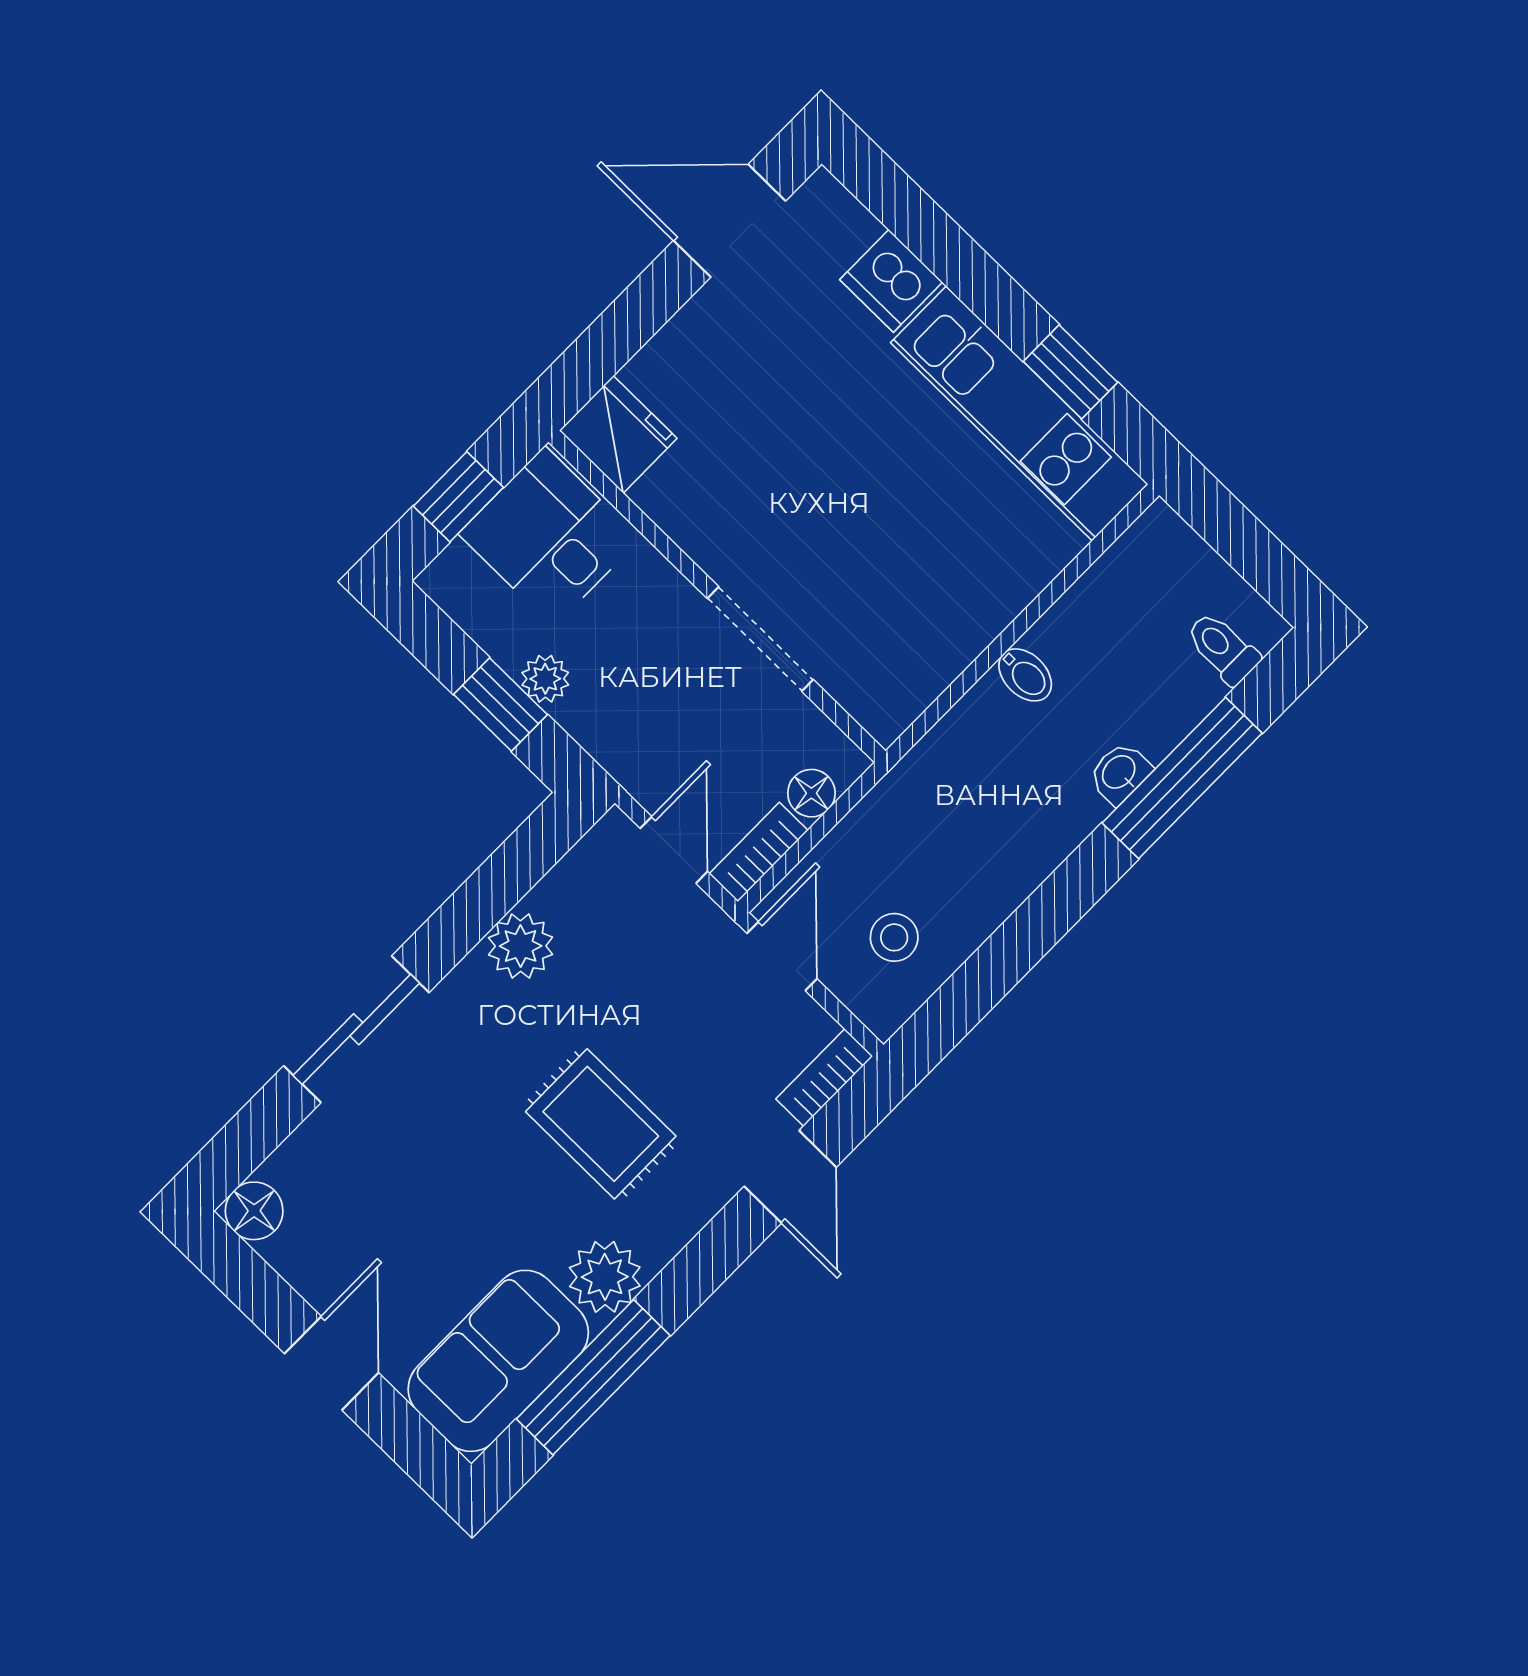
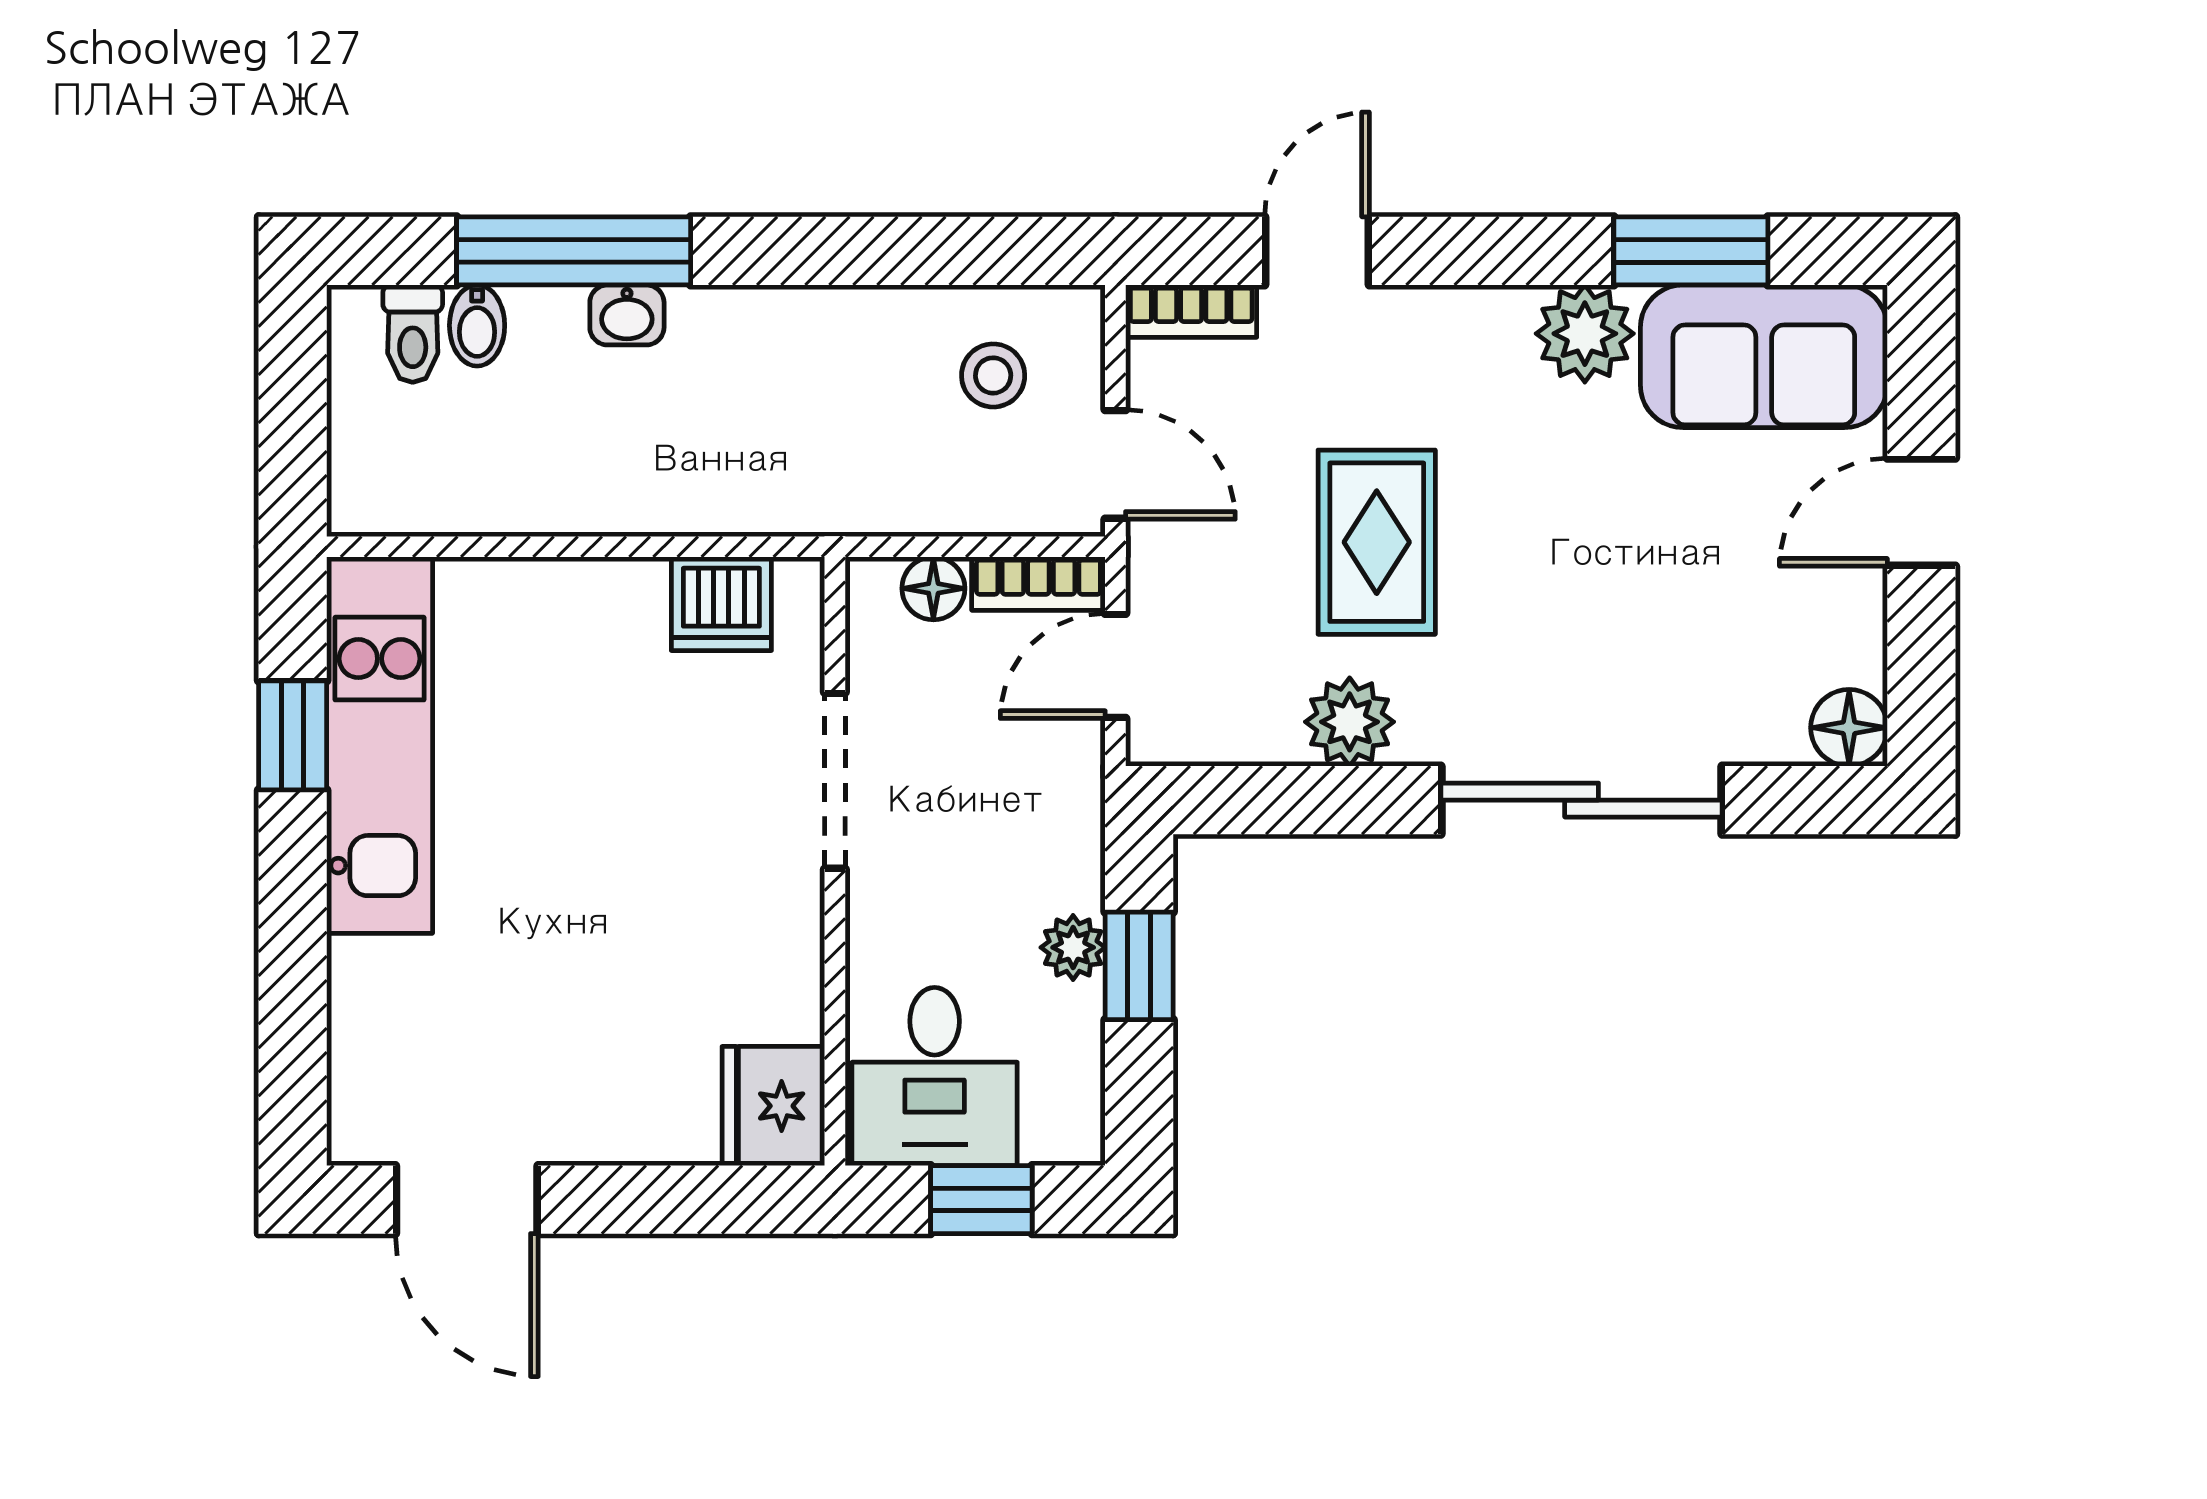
dishwasher: (891, 281) -> (721, 604), moved, turned 90
bidet: (1025, 675) -> (477, 325), moved, turned 180
door: (782, 956) -> (1115, 464), swing flipped
sliding door: (356, 1029) -> (1582, 800), width x1.37
rug: (601, 1124) -> (1377, 542), moved
window: (593, 1377) -> (1691, 251), width x0.69

